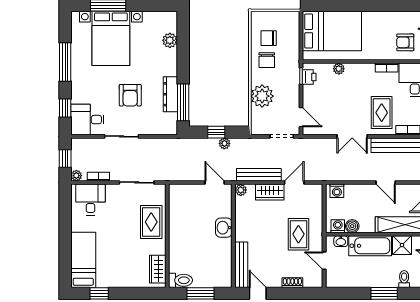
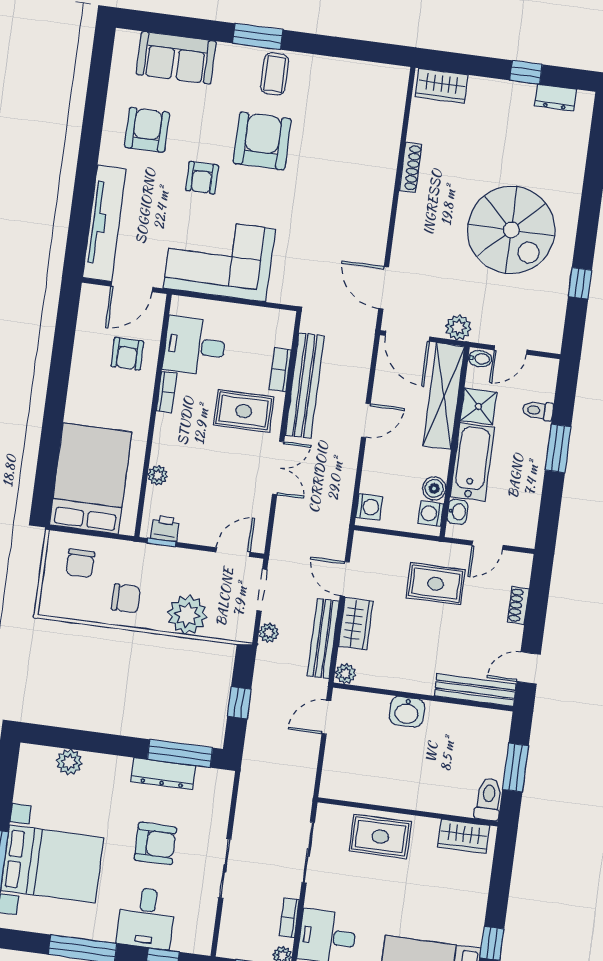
chair: (269, 38) -> (80, 563), moved
desk: (87, 120) -> (146, 918), moved
plant: (224, 143) -> (269, 633), moved

